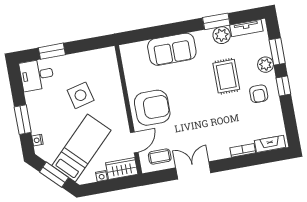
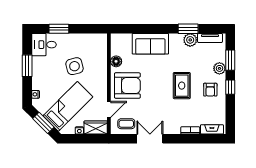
rug: (226, 76) -> (182, 86), moved
floor lamp: (132, 80) -> (116, 61), added
window: (23, 120) -> (27, 66), moved

